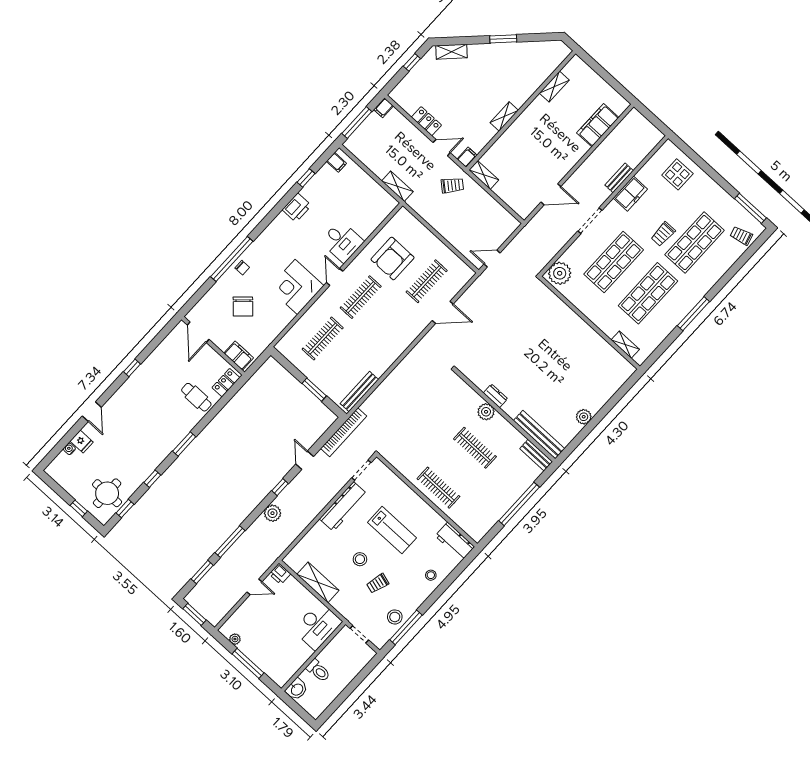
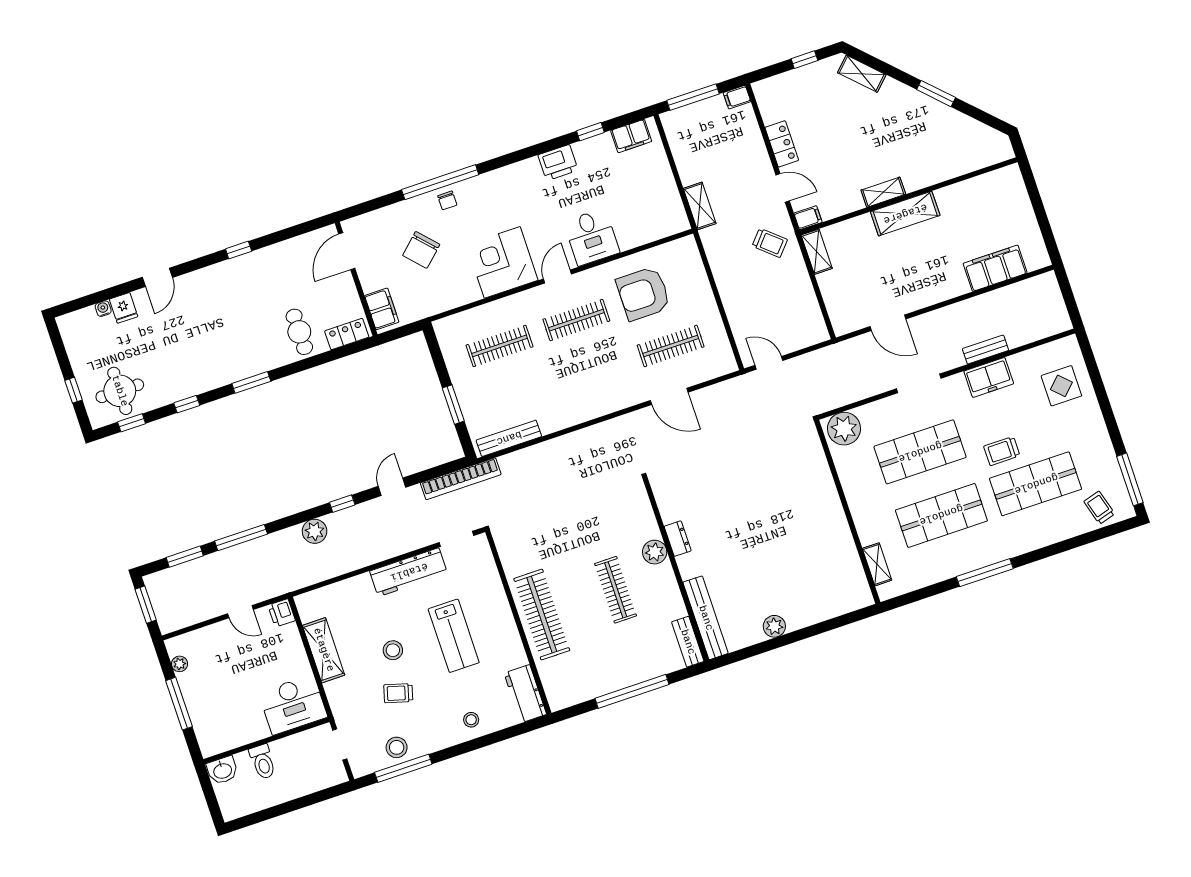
shelving: (554, 87) -> (905, 214), moved, width x1.50, depth x1.33
filing cabinet: (336, 162) -> (631, 136), width x2.00
clothes rail: (438, 488) -> (542, 615), width x1.37, depth x1.31

